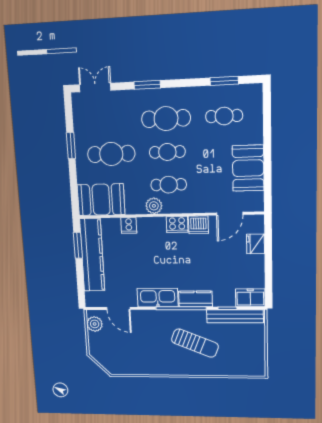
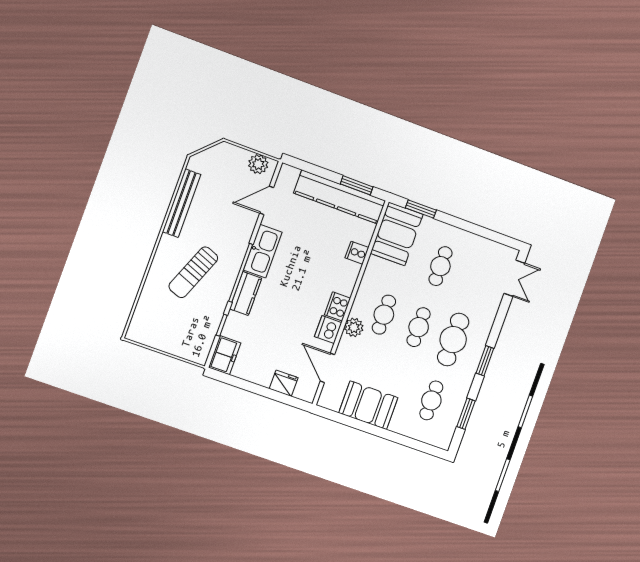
window: (147, 85) -> (485, 361), moved
window: (71, 146) -> (421, 209), moved
cafe table: (111, 154) -> (440, 266), width x0.73, depth x0.74
plant: (154, 206) -> (354, 327), moved
bench: (235, 316) -> (182, 203), moved

